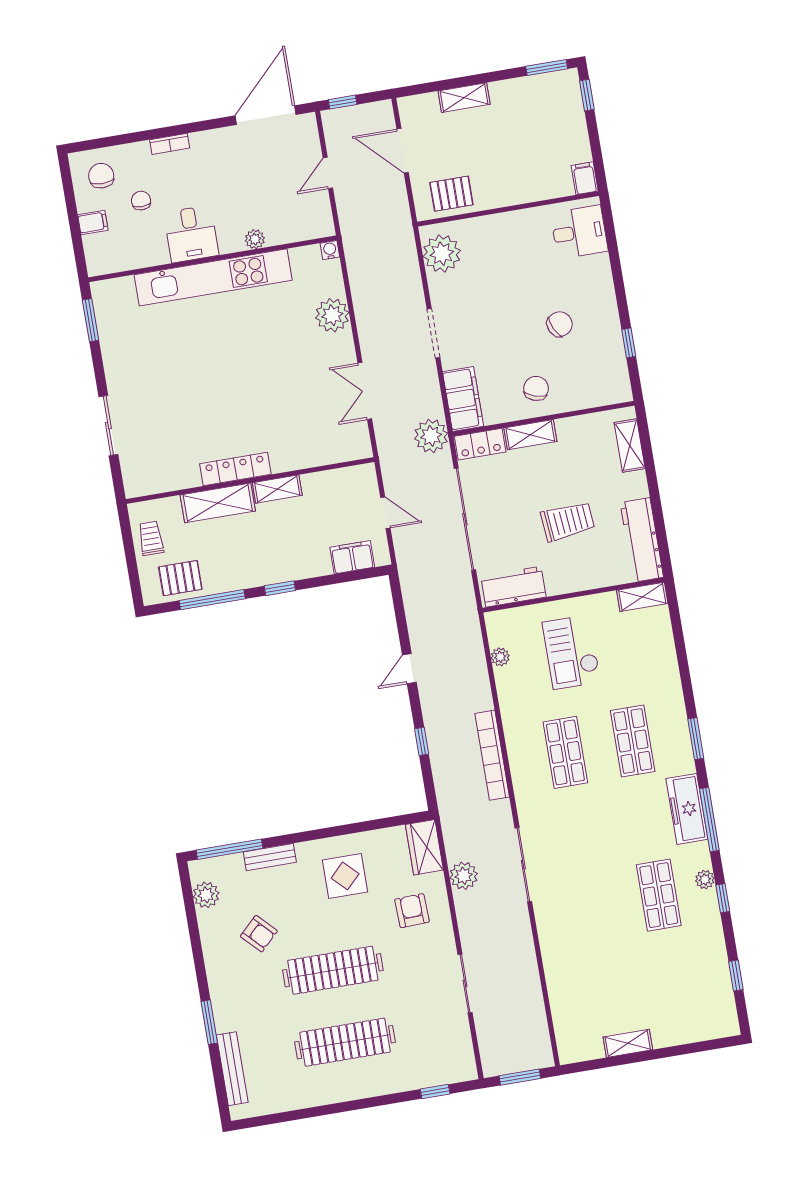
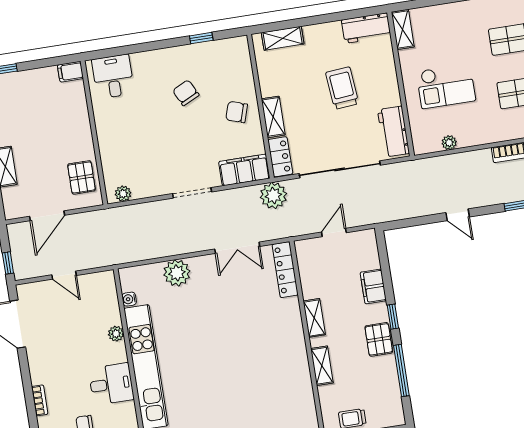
water cooler: (330, 250) -> (129, 299), moved
plant: (442, 254) -> (123, 194), width x0.53, depth x0.53
locker: (235, 469) -> (285, 270), moved
shelving: (218, 503) -> (322, 366), width x0.67, depth x0.75
workbench: (642, 540) -> (366, 28), width x0.73
filing cabinet: (352, 557) -> (373, 286), moved
pallet: (180, 578) -> (379, 339), moved

